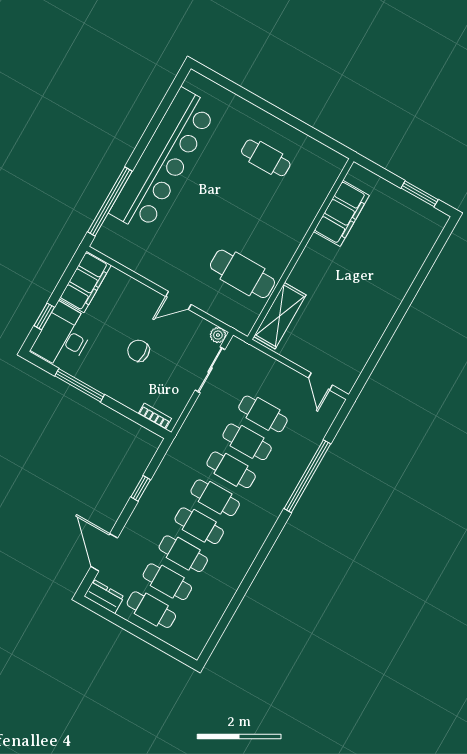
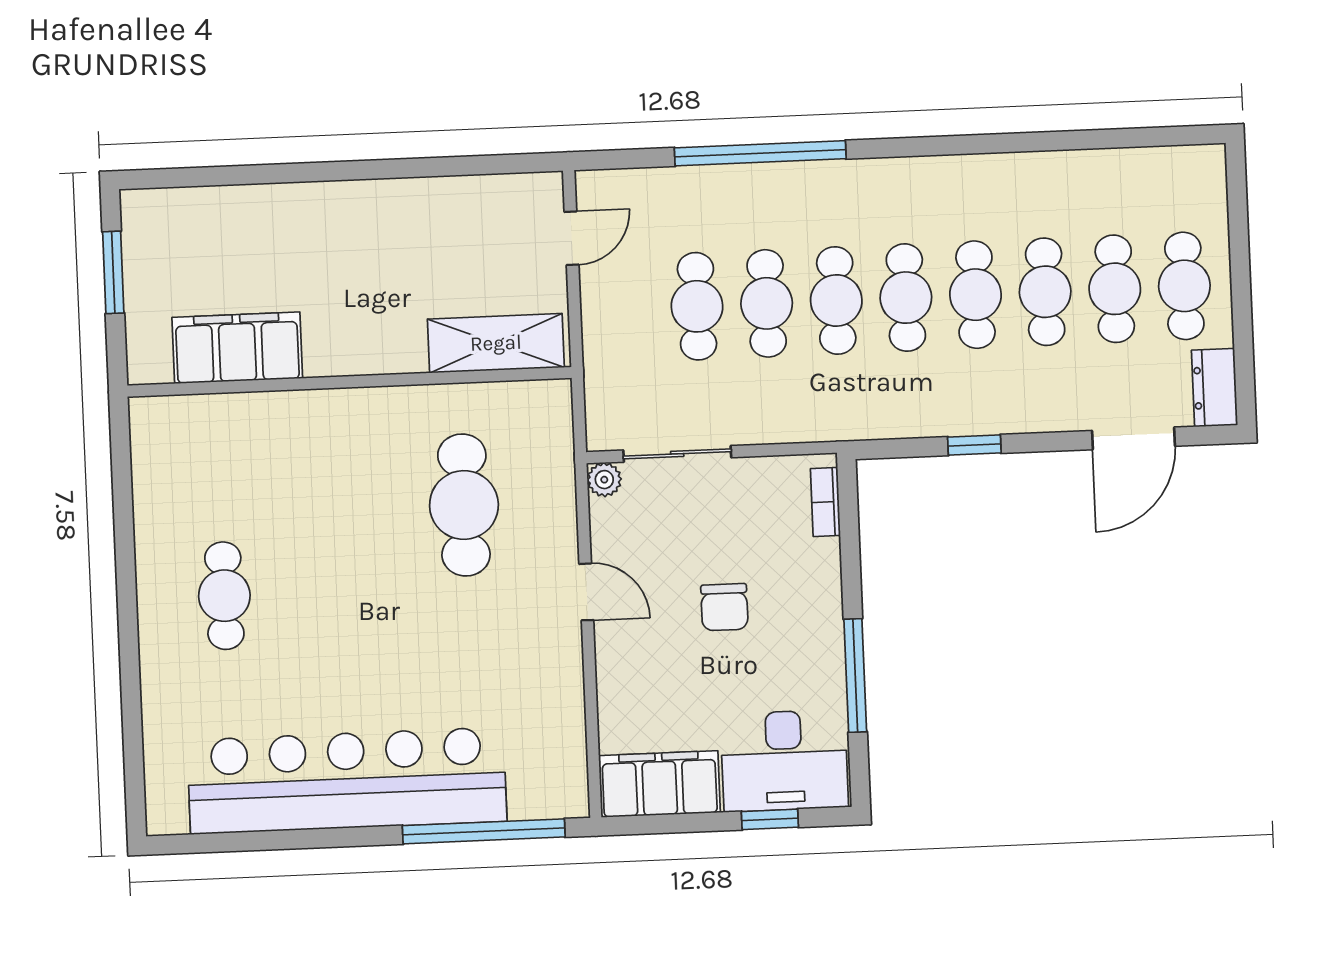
filing cabinet: (341, 213) -> (237, 348), moved
wall: (301, 249) -> (349, 382), moved
shelving: (280, 316) -> (496, 343), moved

